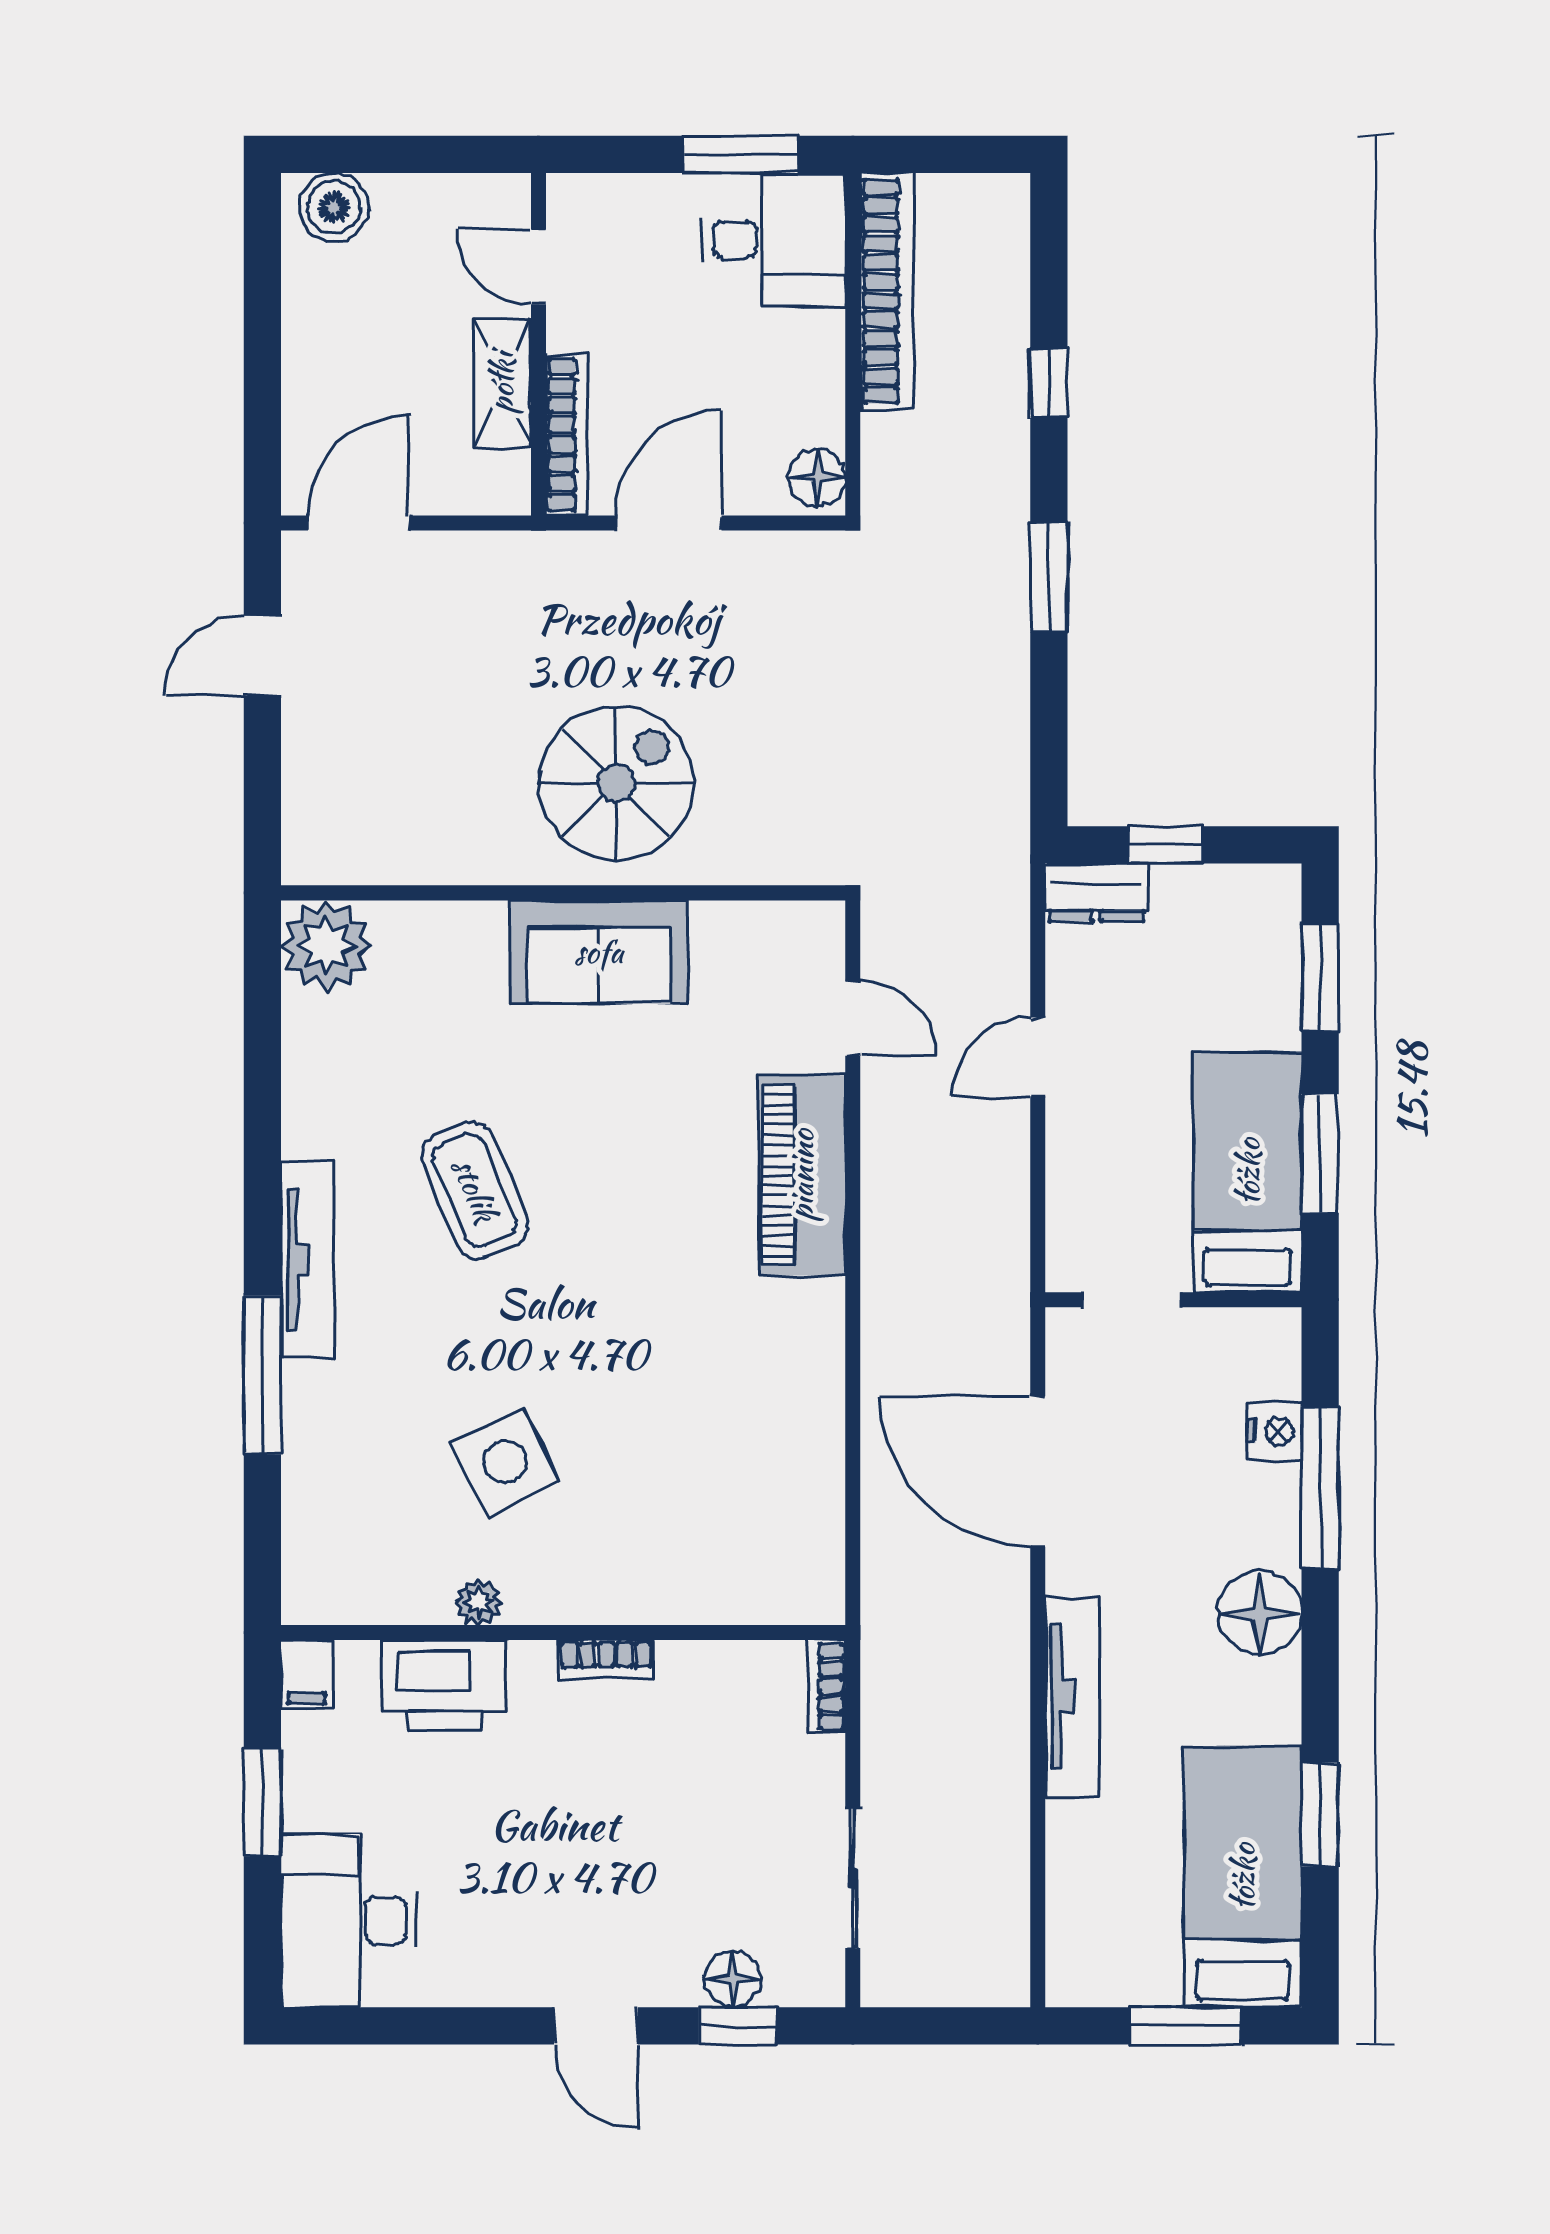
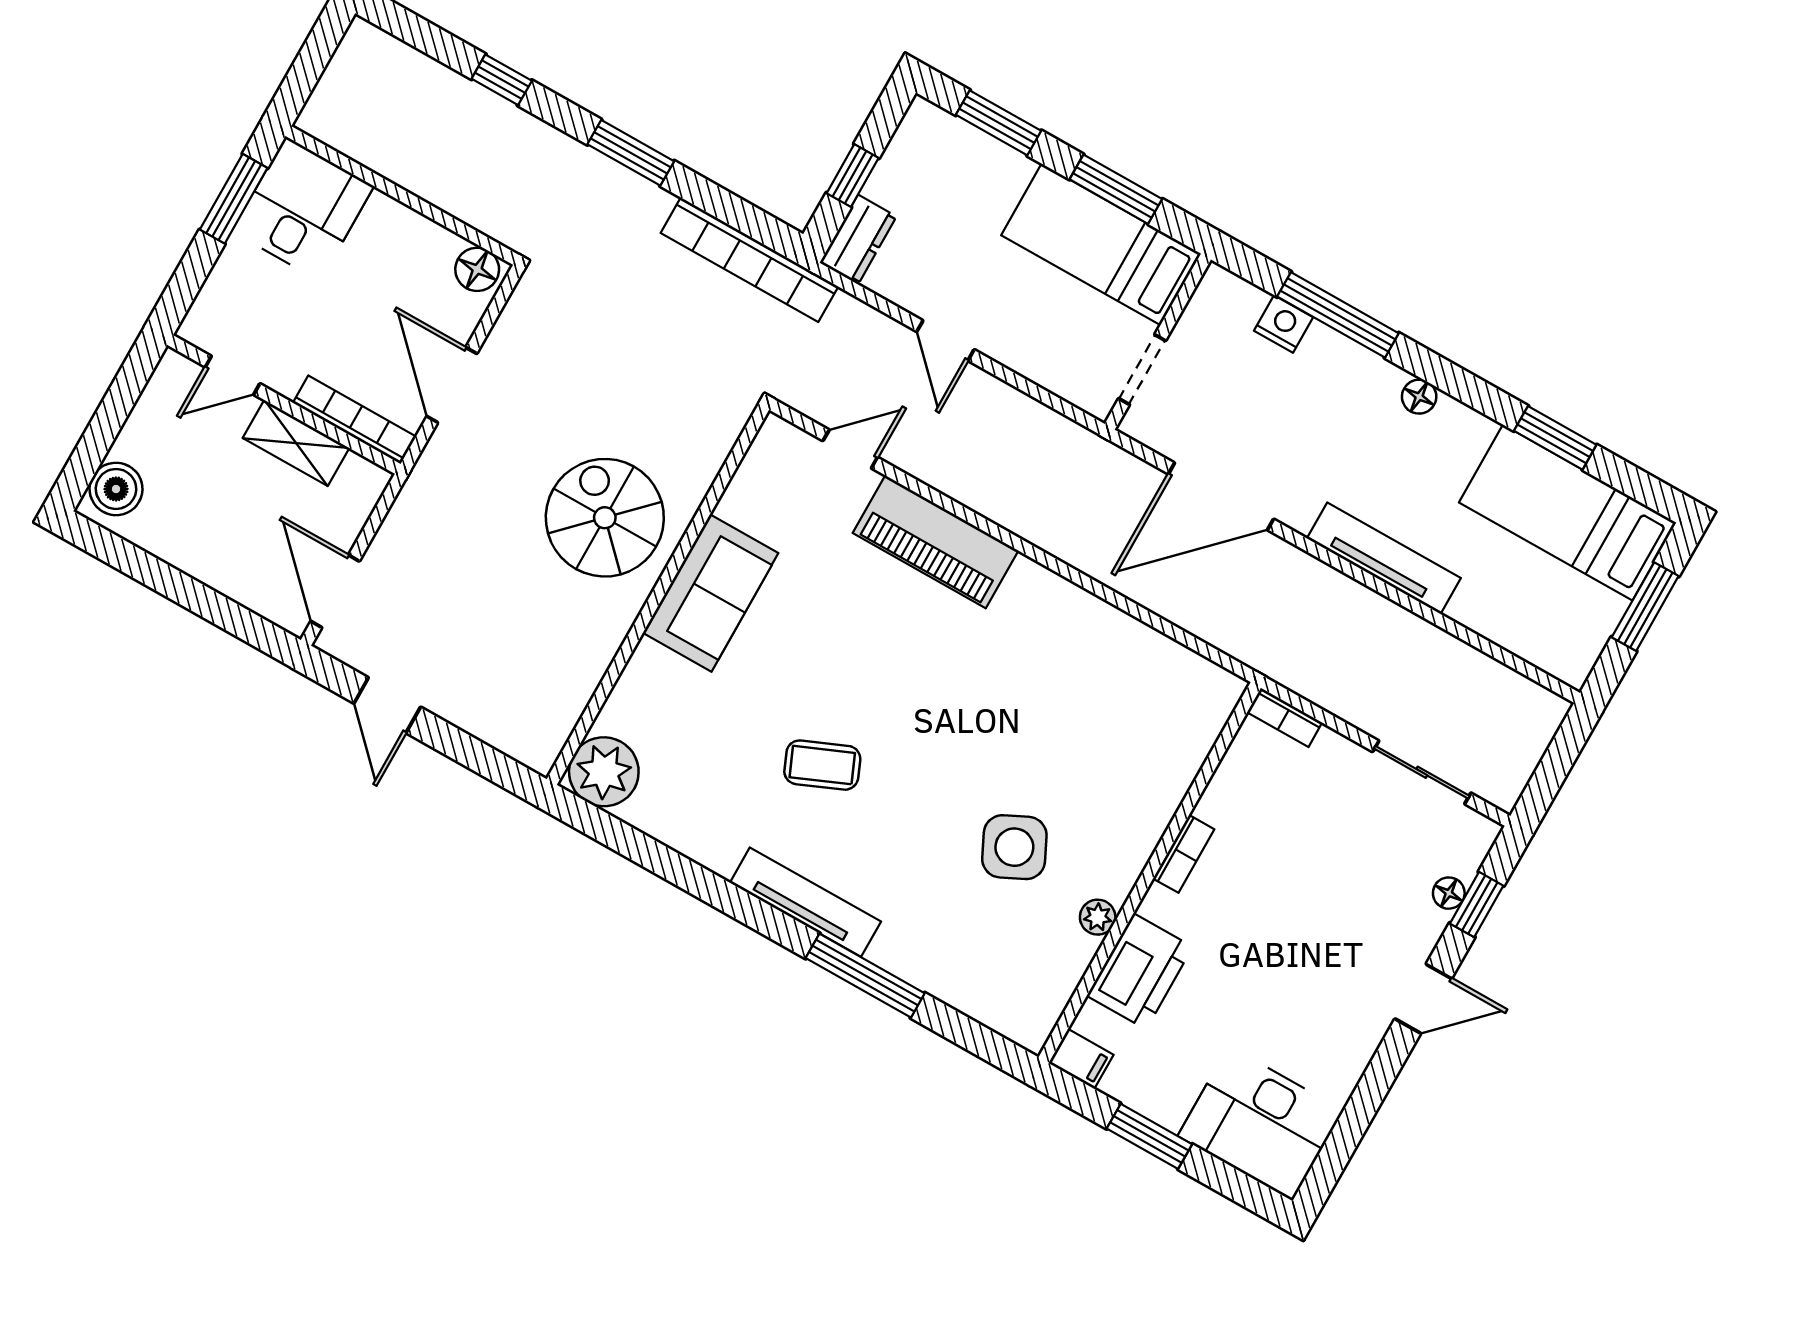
bookcase: (887, 291) -> (750, 260), moved, turned 180
coffee table: (475, 1190) -> (822, 765), width x0.73, depth x0.77
floor lamp: (1259, 1613) -> (1419, 397), width x0.53, depth x0.53
floor lamp: (733, 1979) -> (1449, 893), width x0.73, depth x0.73

